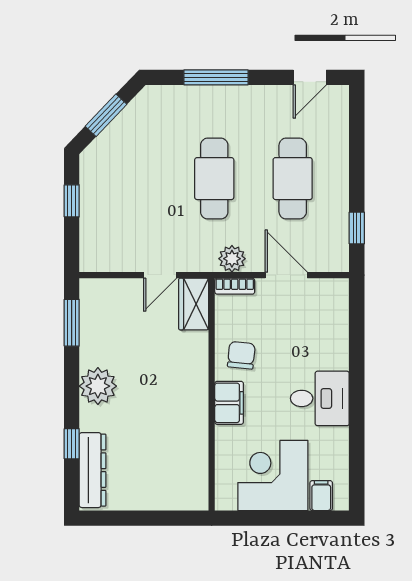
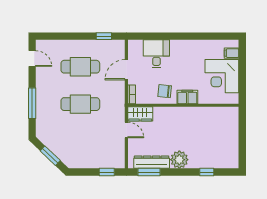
window: (72, 201) -> (107, 172), moved
plant: (232, 259) -> (119, 96), removed
desk: (320, 398) -> (156, 54), moved
dresser: (93, 470) -> (152, 162), moved

